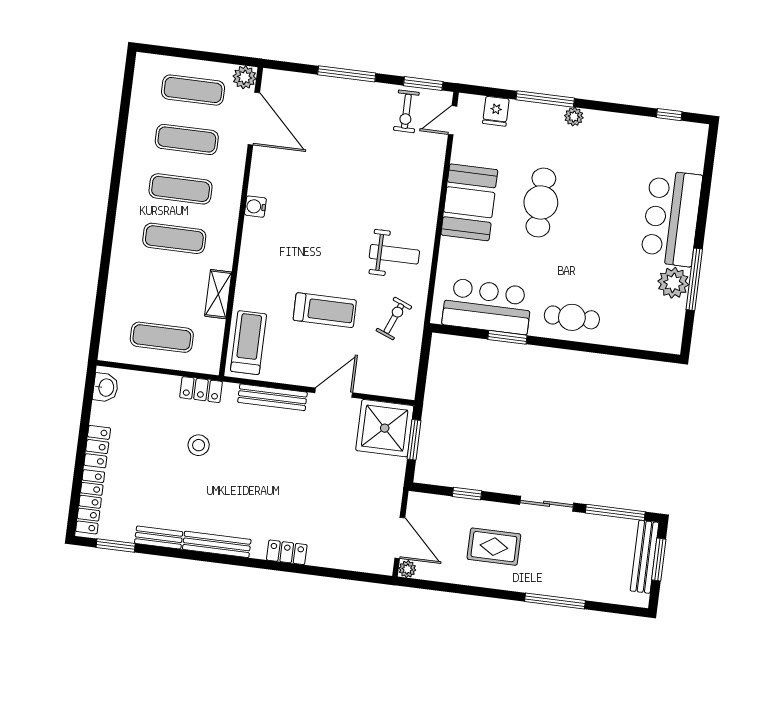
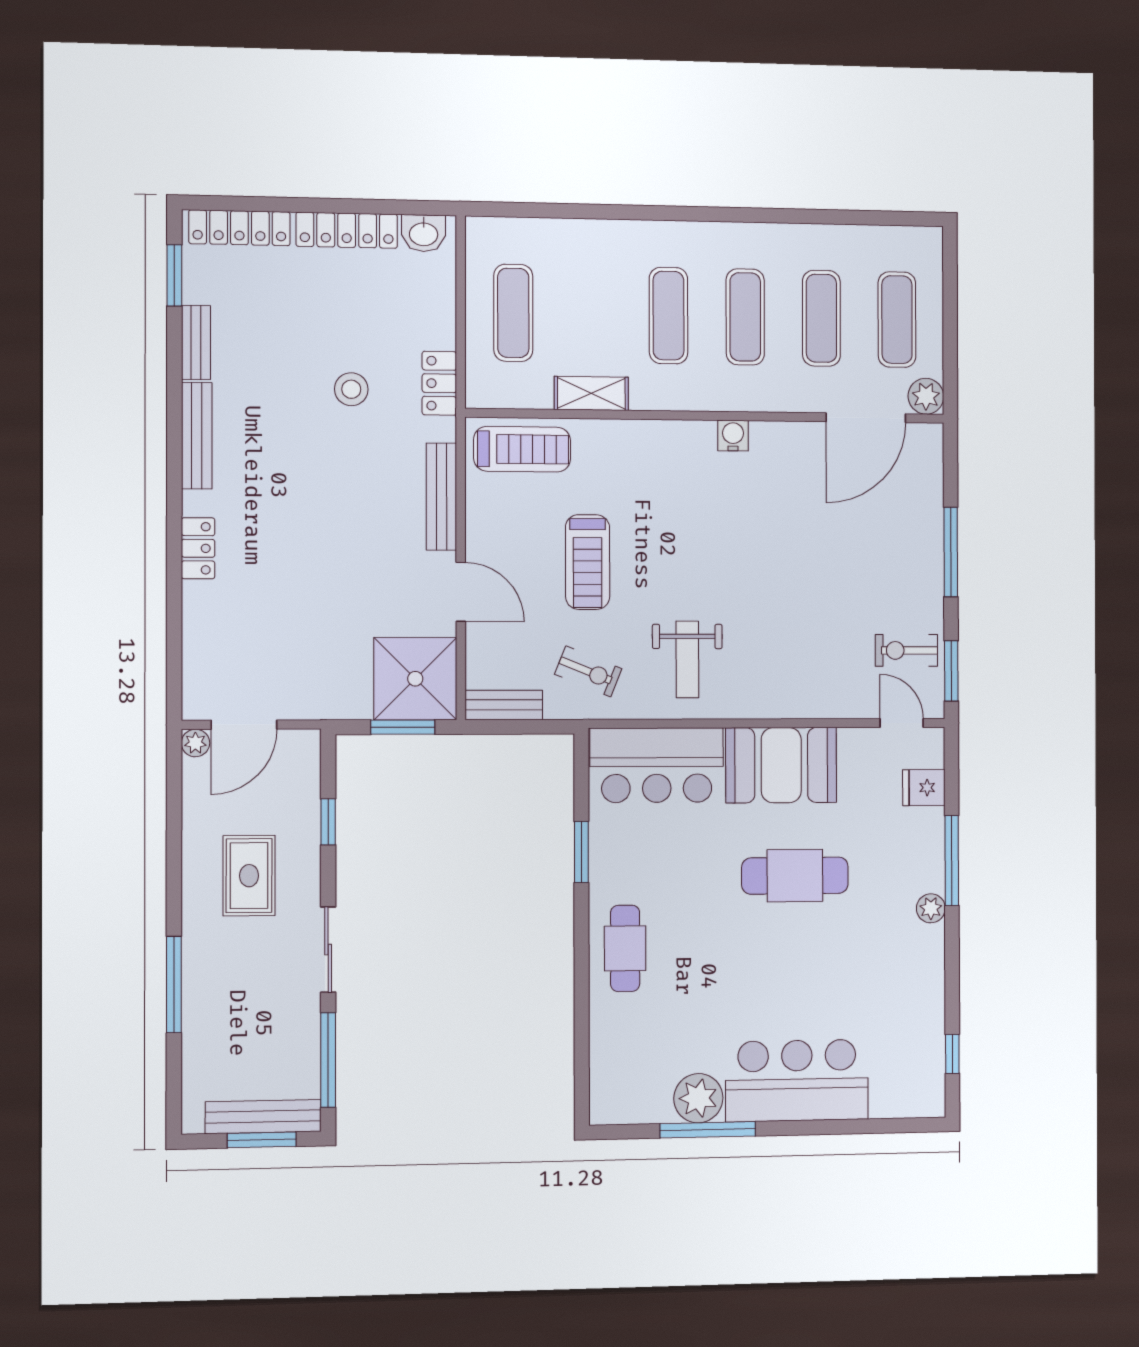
bar counter: (487, 306) -> (657, 765), moved, turned 90
bench: (408, 375) -> (504, 705), added
locker: (97, 447) -> (347, 230), width x1.53

